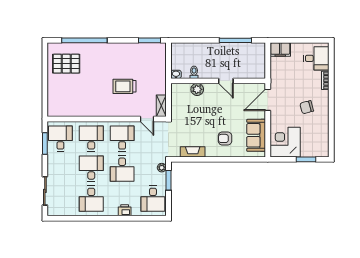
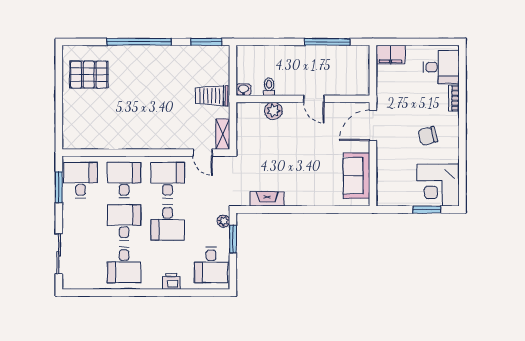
window: (84, 40) -> (139, 42), moved
trolley: (124, 86) -> (212, 96), moved
armchair: (225, 138) -> (313, 180), removed
corner desk: (285, 142) -> (438, 185), moved, turned -90

